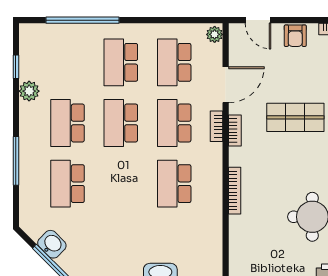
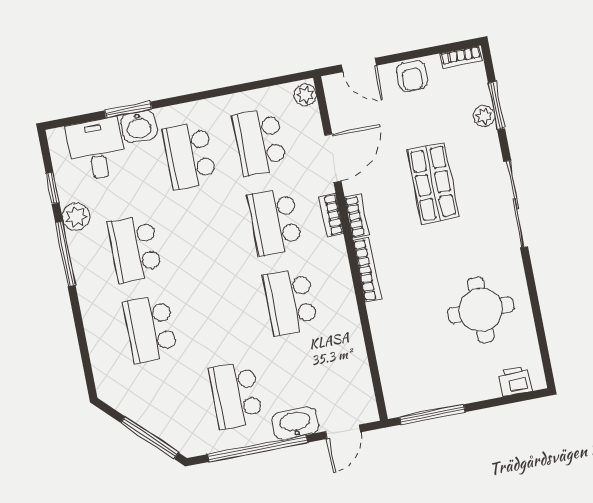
window: (83, 20) -> (128, 110), width x0.47
desk: (54, 45) -> (96, 149), added
shop shelf: (295, 117) -> (433, 183), turned 90
school desk: (121, 123) -> (236, 395), moved
window: (16, 161) -> (65, 254), moved
bookcase: (235, 191) -> (367, 270), moved
washbasin: (52, 244) -> (139, 127), moved, turned 135

